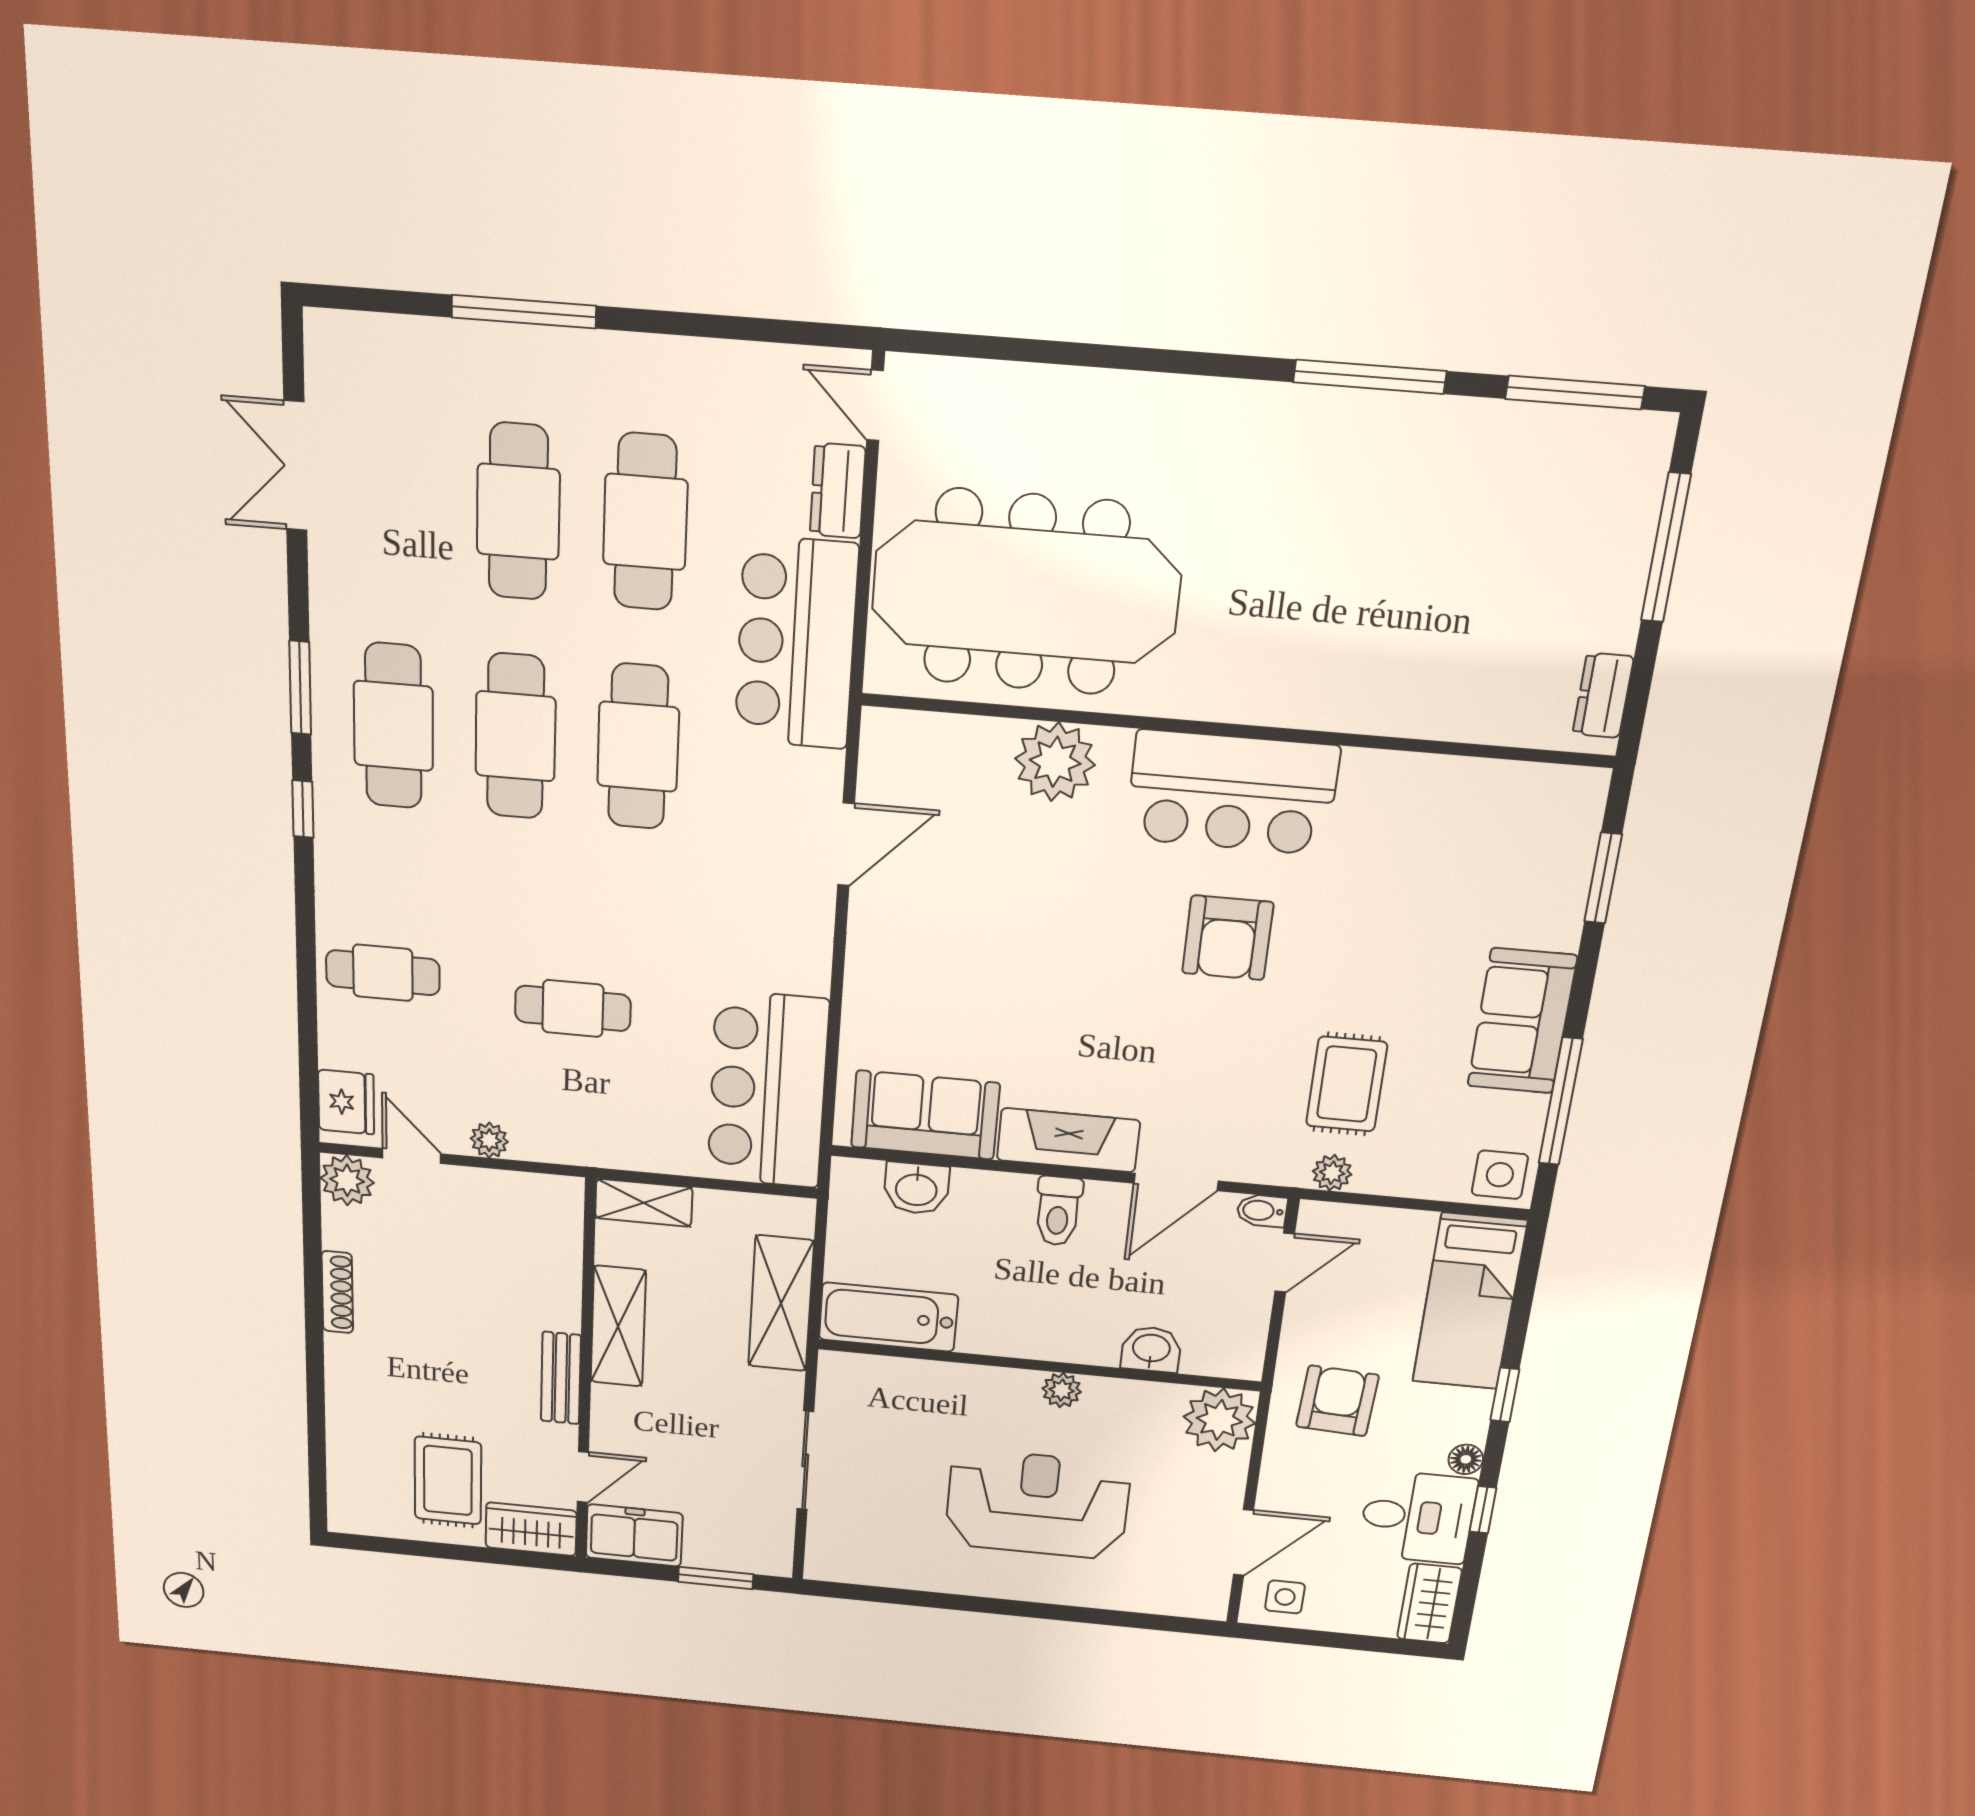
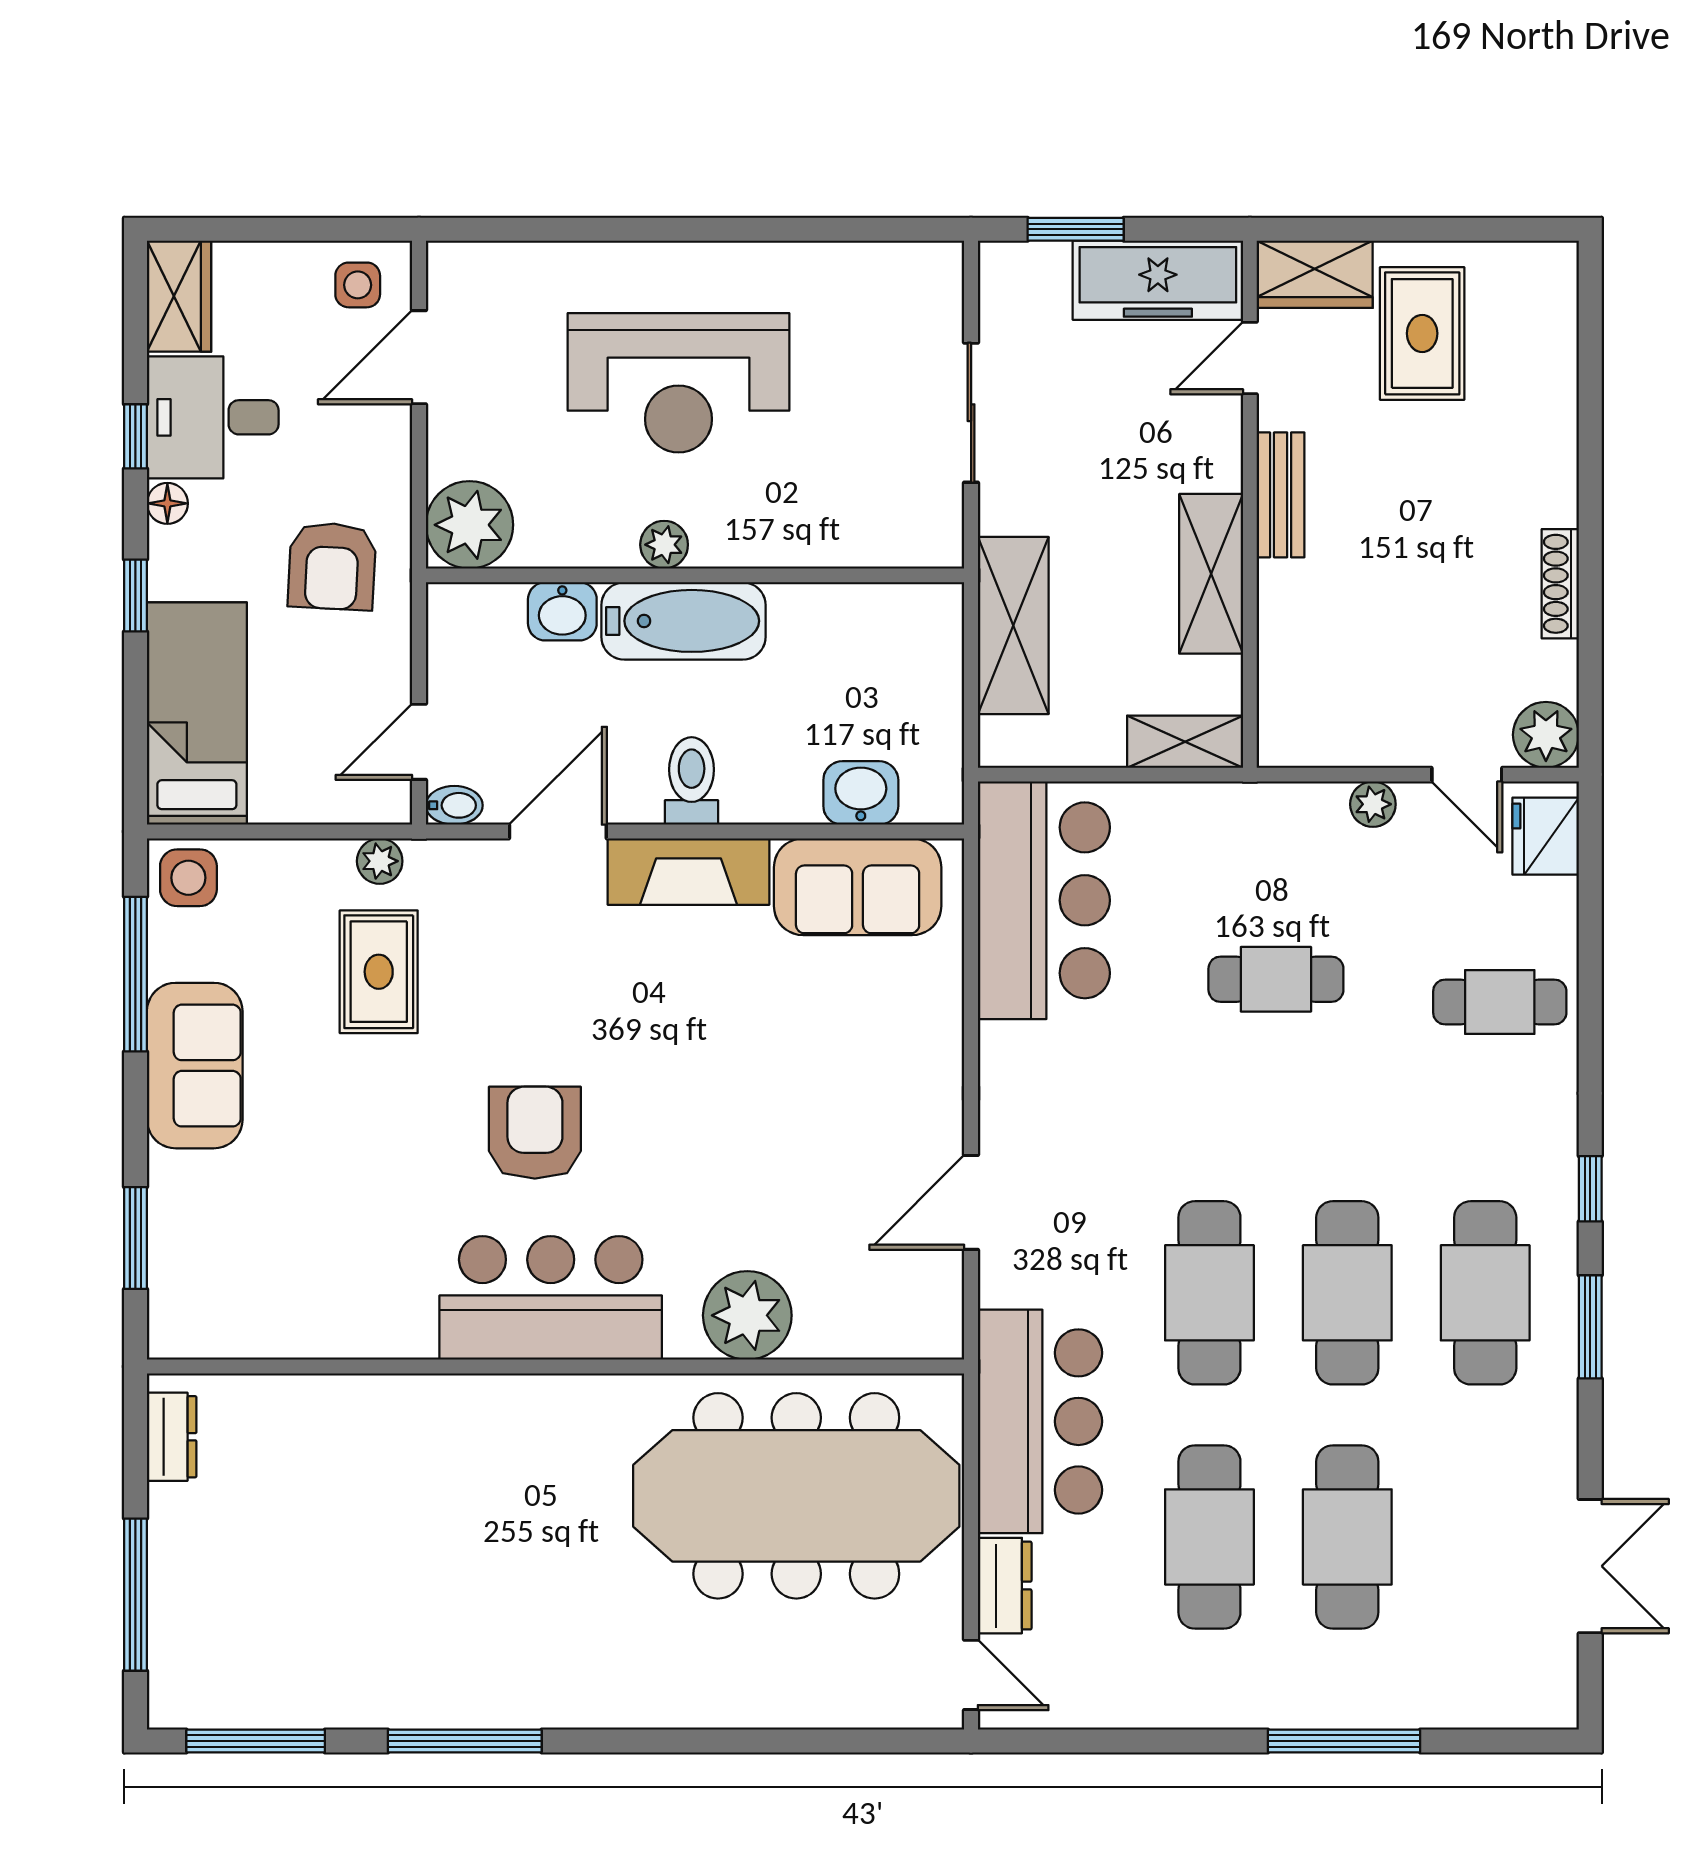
bathtub: (888, 1317) -> (683, 621), moved
freezer: (634, 1535) -> (1158, 280), width x1.40

